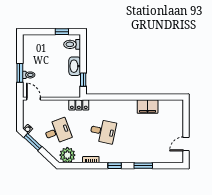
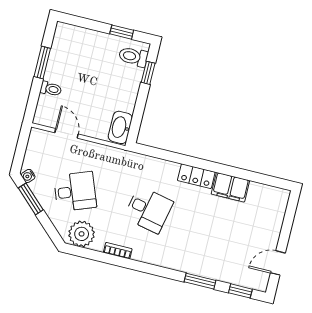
washbasin: (75, 66) -> (120, 127), moved
window: (20, 73) -> (42, 63), moved
window: (83, 80) -> (148, 73), moved
door: (34, 99) -> (67, 133), moved
locker: (79, 105) -> (196, 176), moved
window: (115, 166) -> (240, 291), moved

